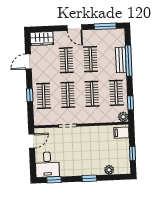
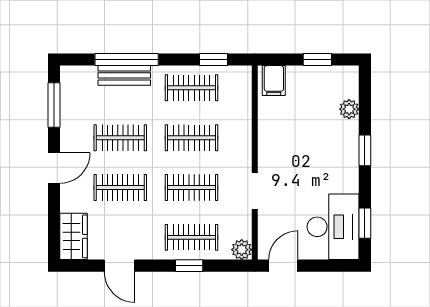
plant: (123, 117) -> (242, 250), moved
door: (32, 141) -> (283, 266), hinge flipped
desk: (47, 165) -> (333, 227), width x1.37

